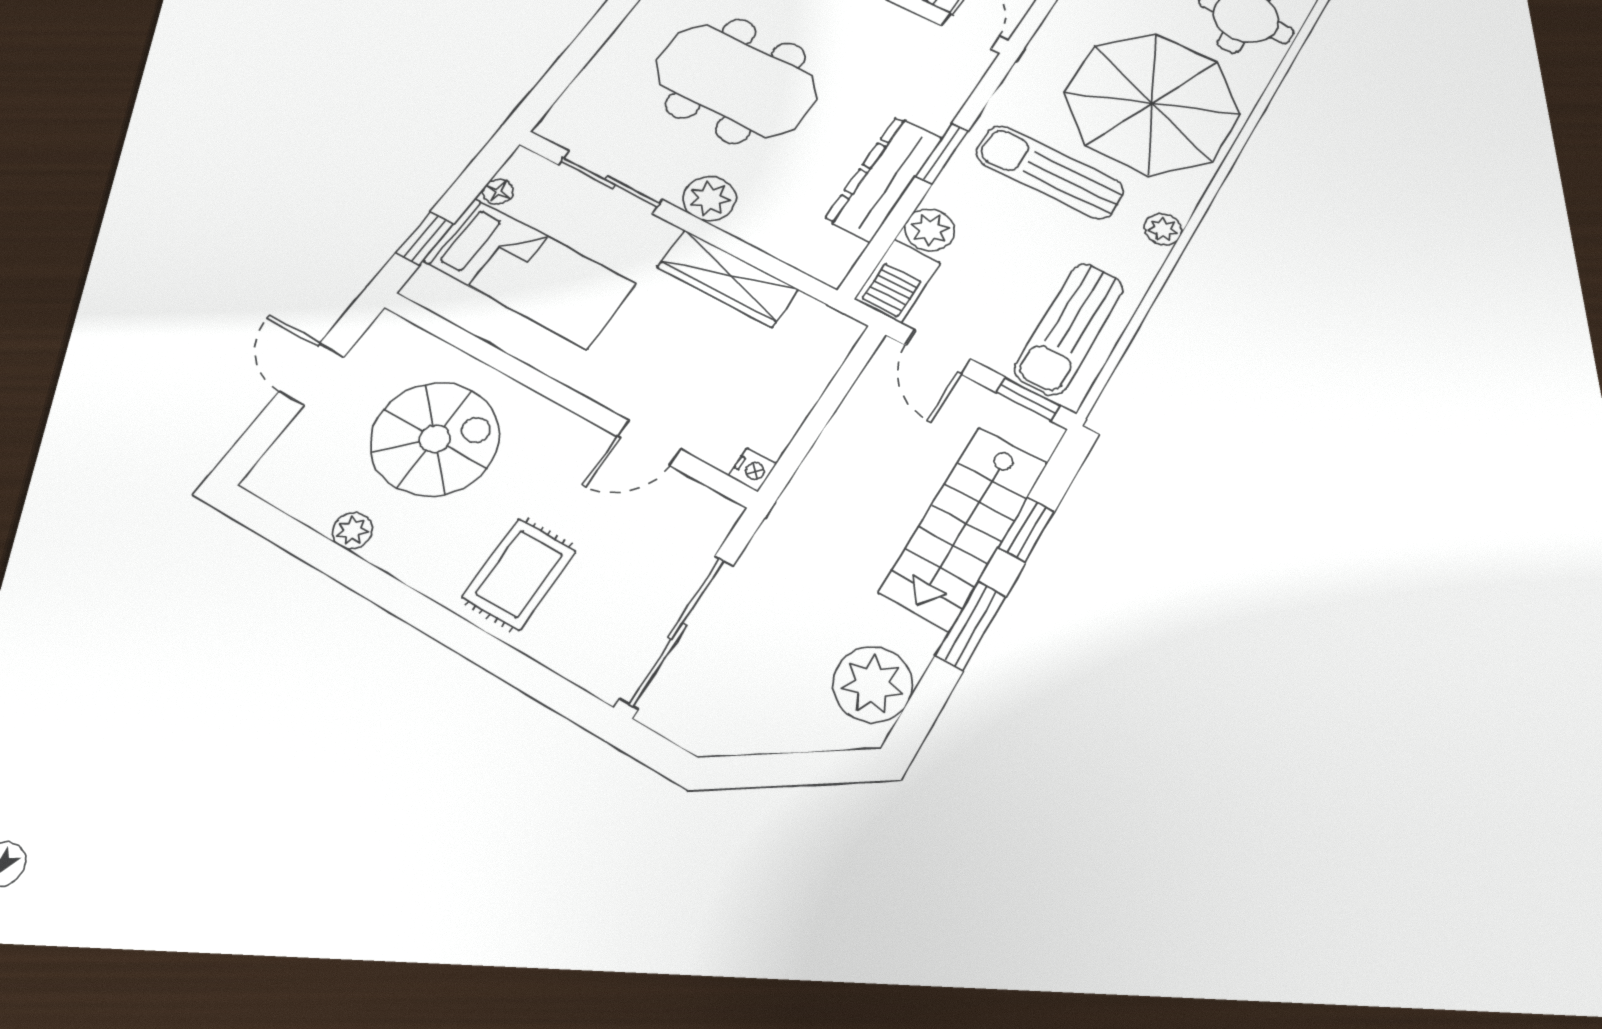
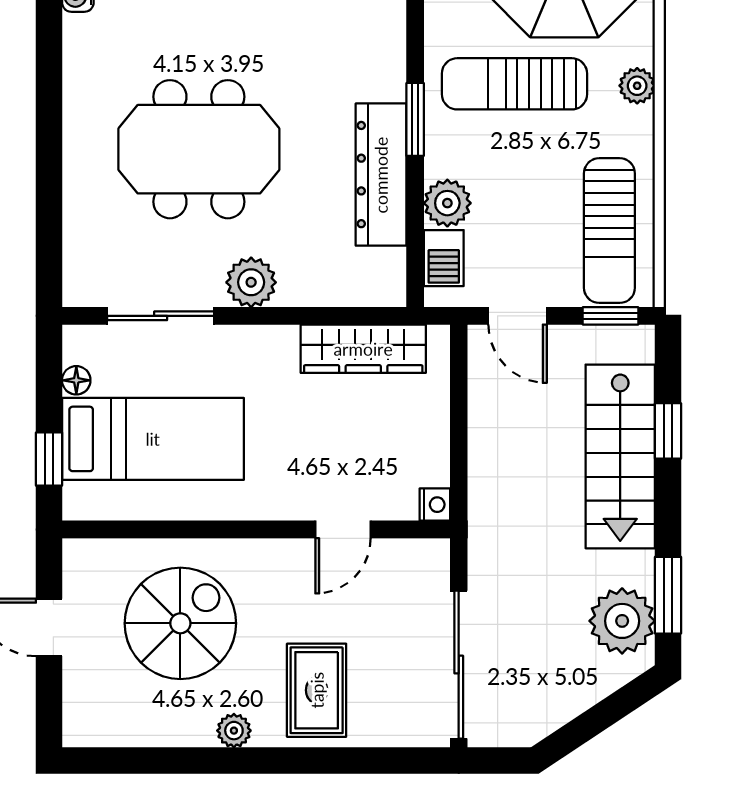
wardrobe: (728, 278) -> (363, 349), moved
barbecue: (898, 281) -> (444, 258), width x0.73, depth x0.79
plant: (352, 531) -> (234, 731), moved
window: (971, 626) -> (668, 595), moved

